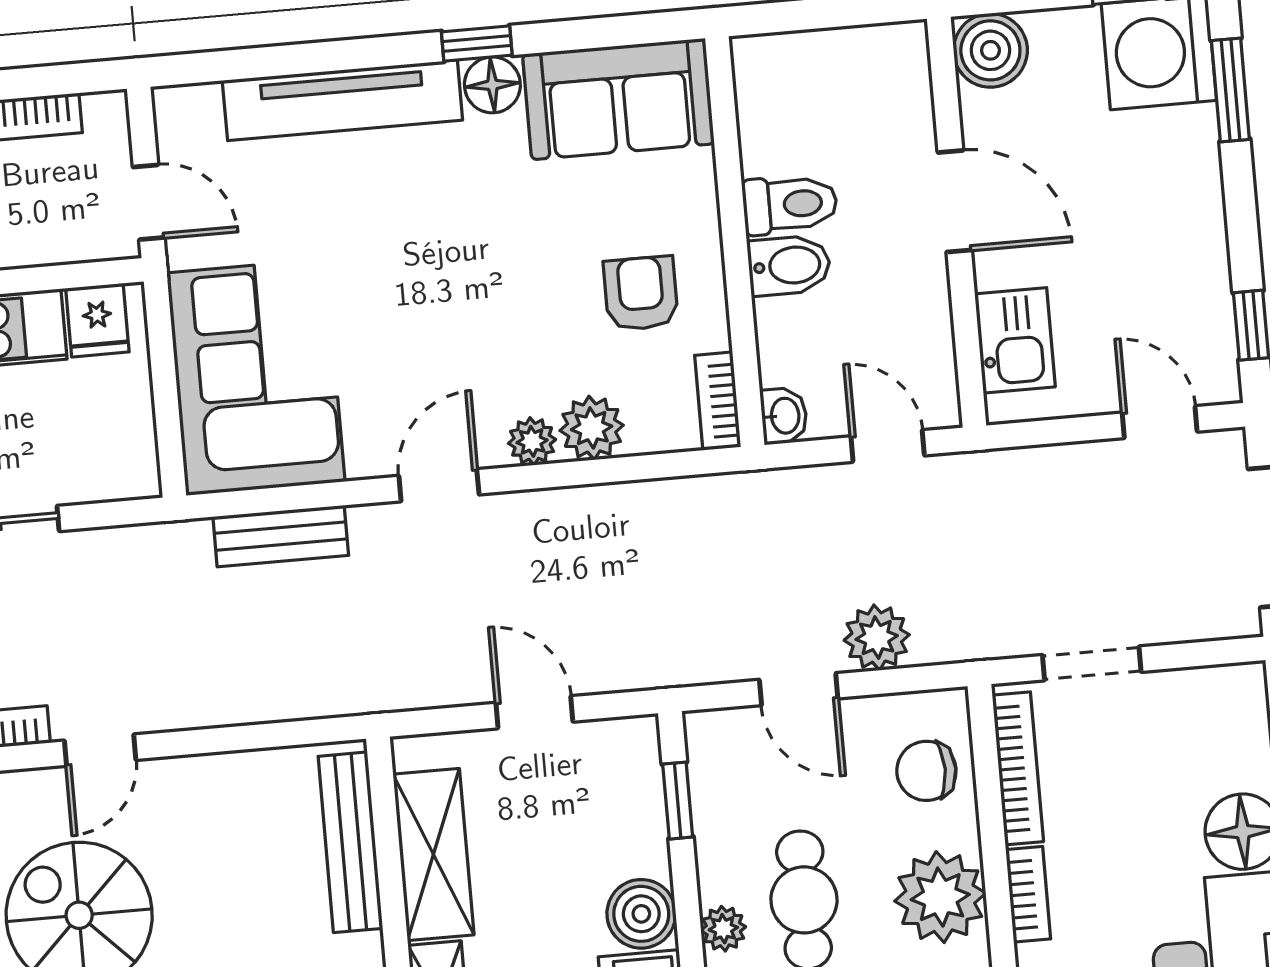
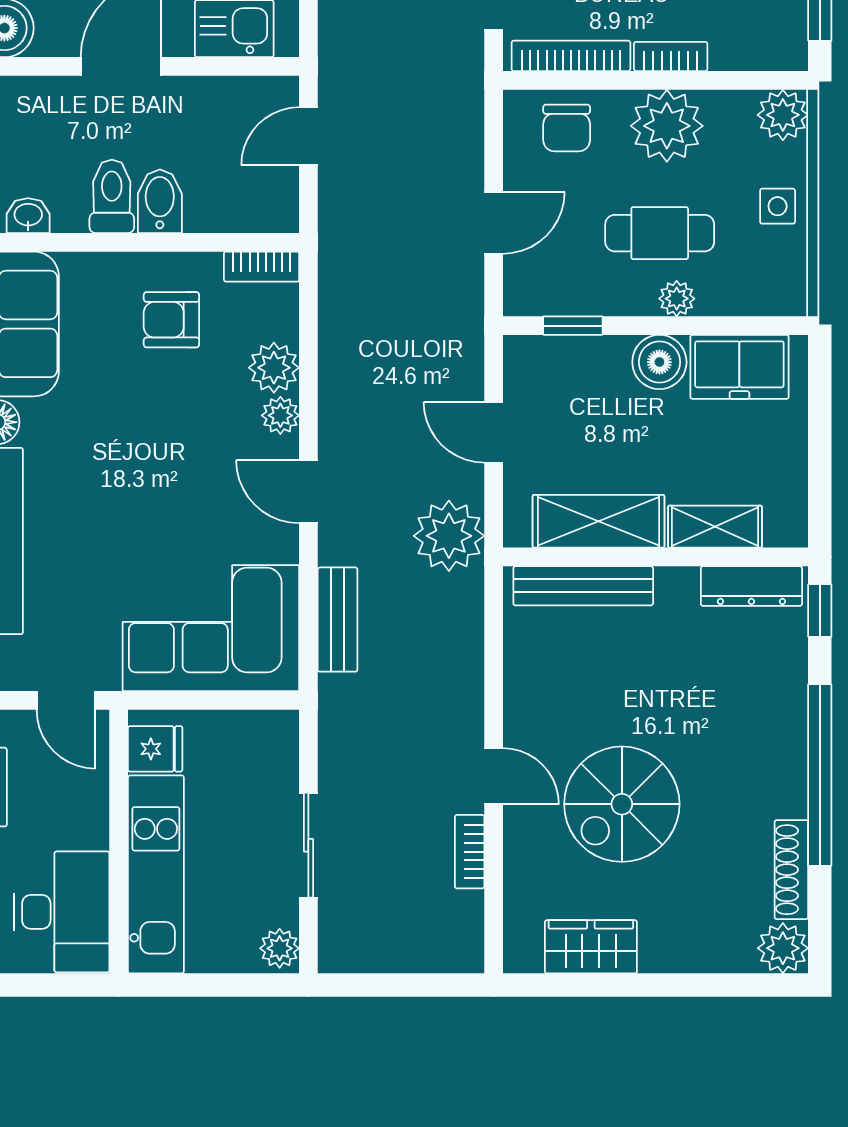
door: (149, 202) -> (66, 700), swing flipped
washbasin: (784, 416) -> (28, 216), moved
plant: (877, 638) -> (449, 536), moved, width x1.36, depth x1.36
door: (534, 712) -> (494, 432), hinge flipped

